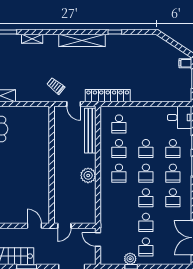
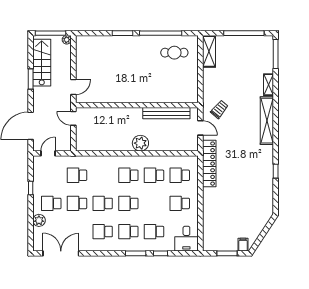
shelving: (82, 40) -> (267, 121), moved
door: (74, 104) -> (200, 128), swing flipped
bench: (90, 131) -> (166, 113), moved
school desk: (146, 149) -> (180, 203), moved
plant: (88, 175) -> (140, 143), moved
school desk: (119, 222) -> (77, 175), added
door: (98, 240) -> (48, 153), moved
plant: (130, 259) -> (39, 220), moved

